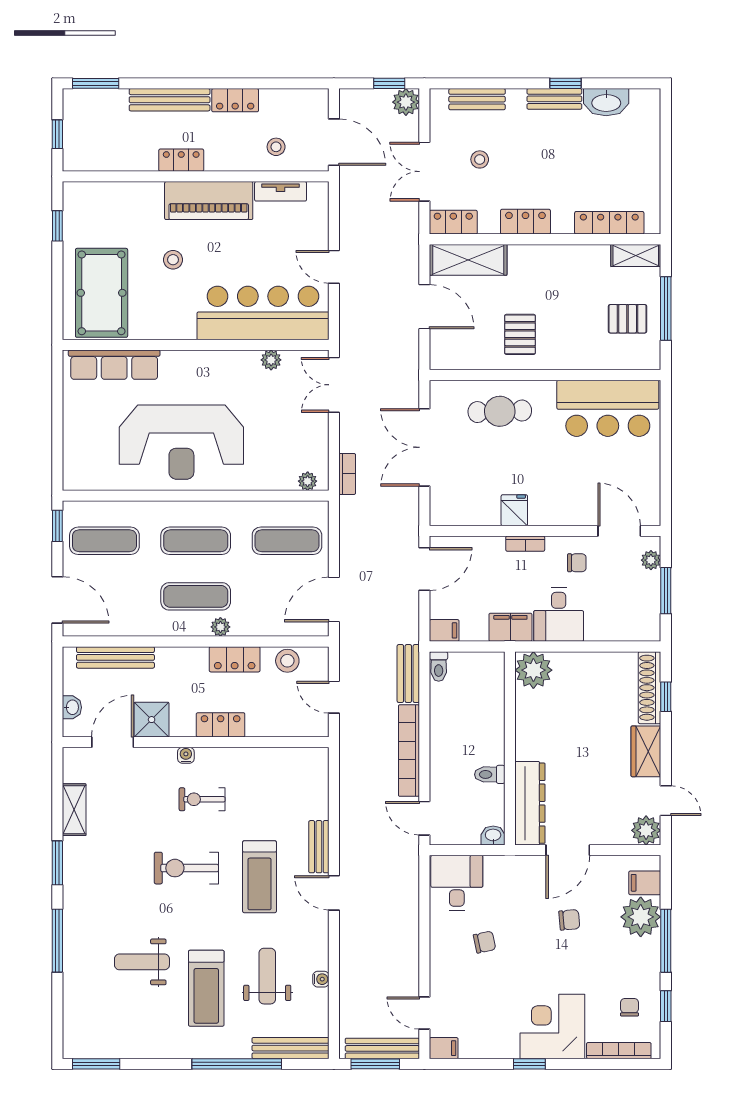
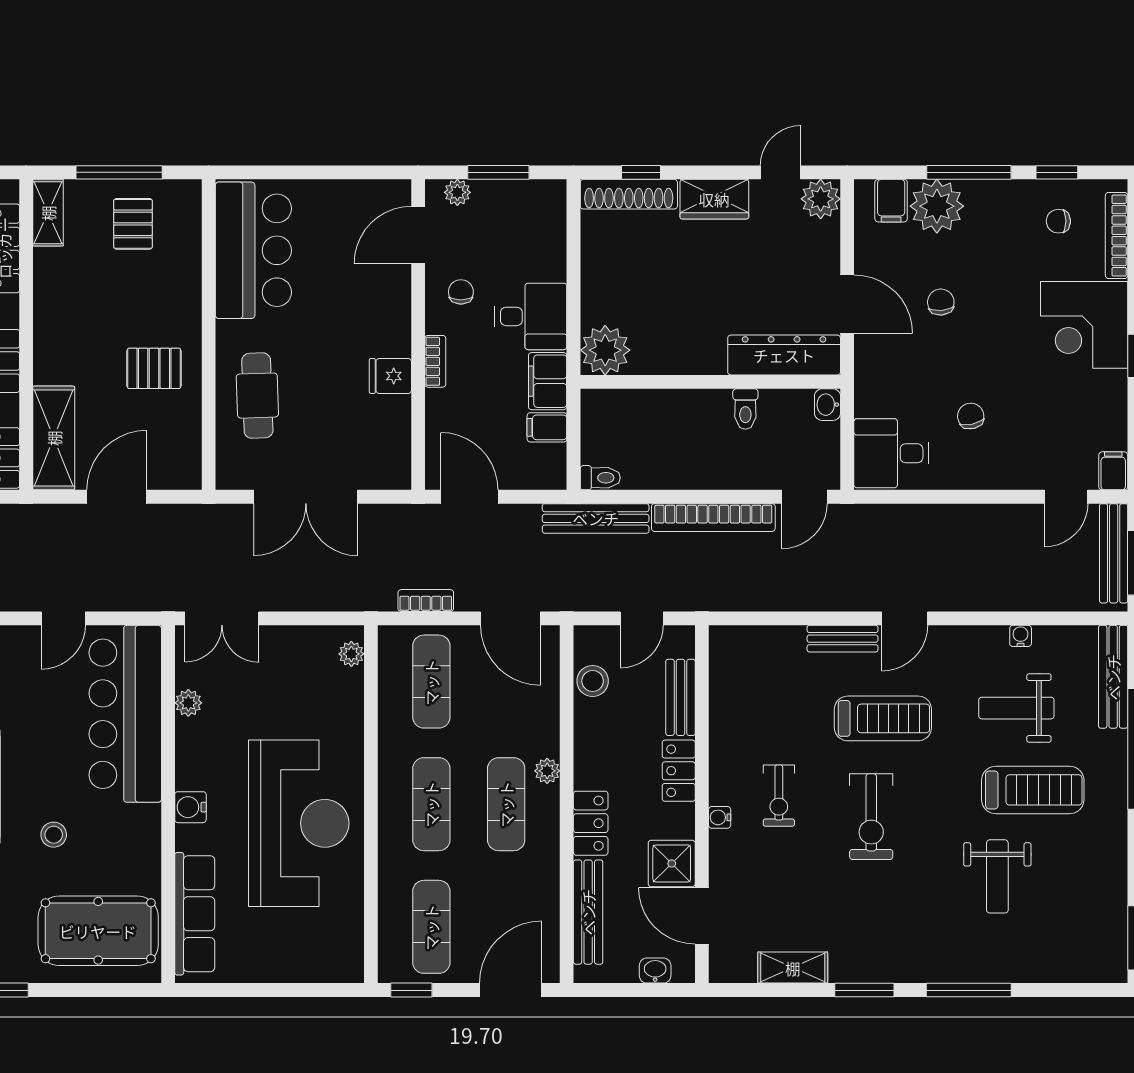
water cooler: (193, 362) -> (190, 807), added
bookcase: (347, 474) -> (426, 601), moved
filing cabinet: (444, 630) -> (547, 427), moved, turned -90
locker: (235, 659) -> (591, 823), moved
bench: (408, 674) -> (596, 518), width x1.36
bench: (275, 726) -> (681, 697), added

